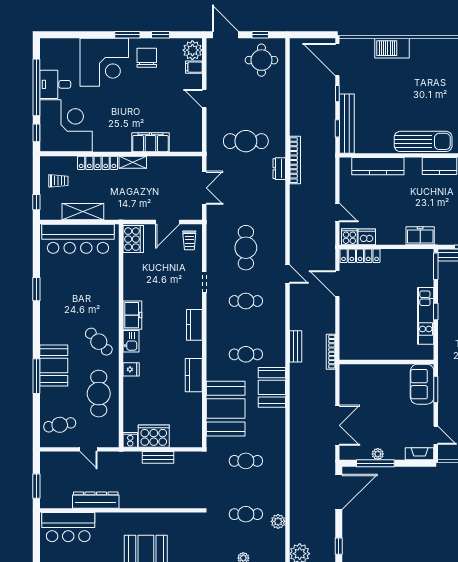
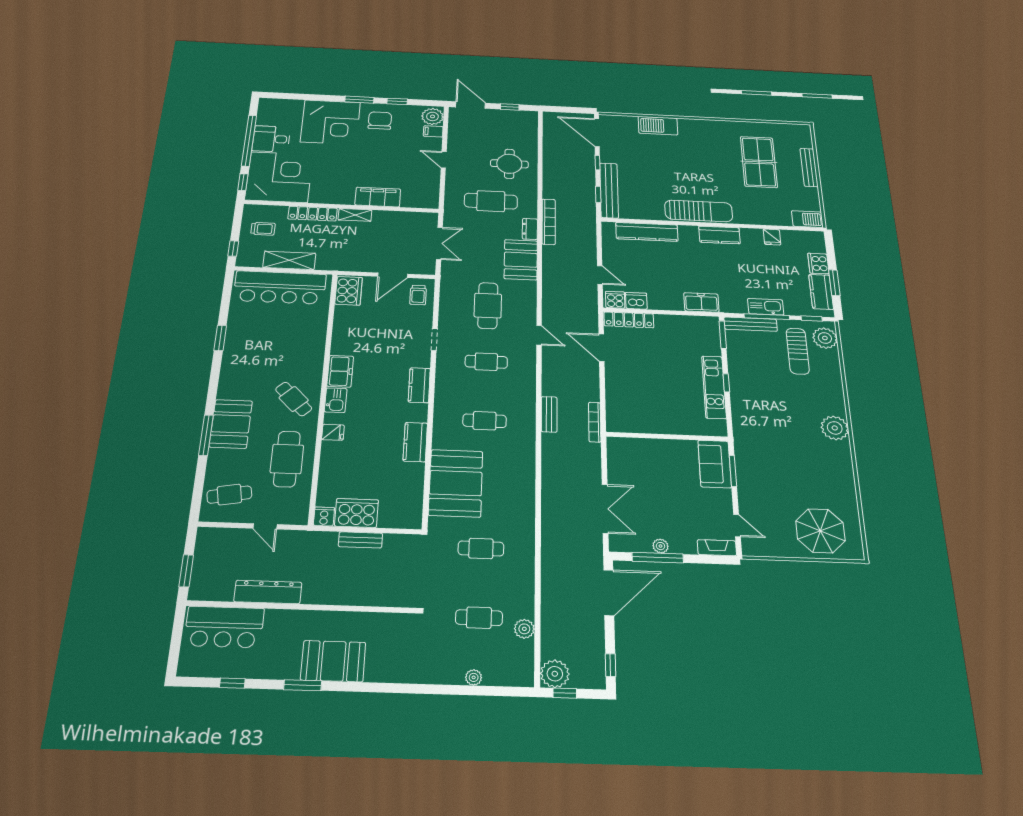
round table: (261, 60) -> (509, 164), moved
booth: (272, 387) -> (521, 260), moved

